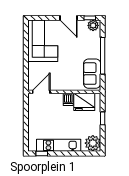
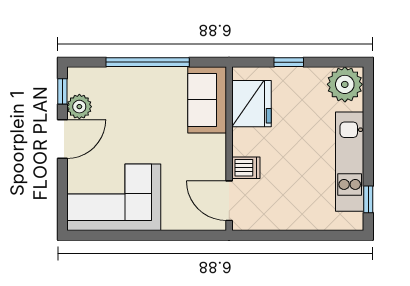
plant: (93, 25) -> (79, 107), moved
sofa: (92, 74) -> (207, 100), moved, turned 90
dishwasher: (68, 99) -> (246, 168), moved

